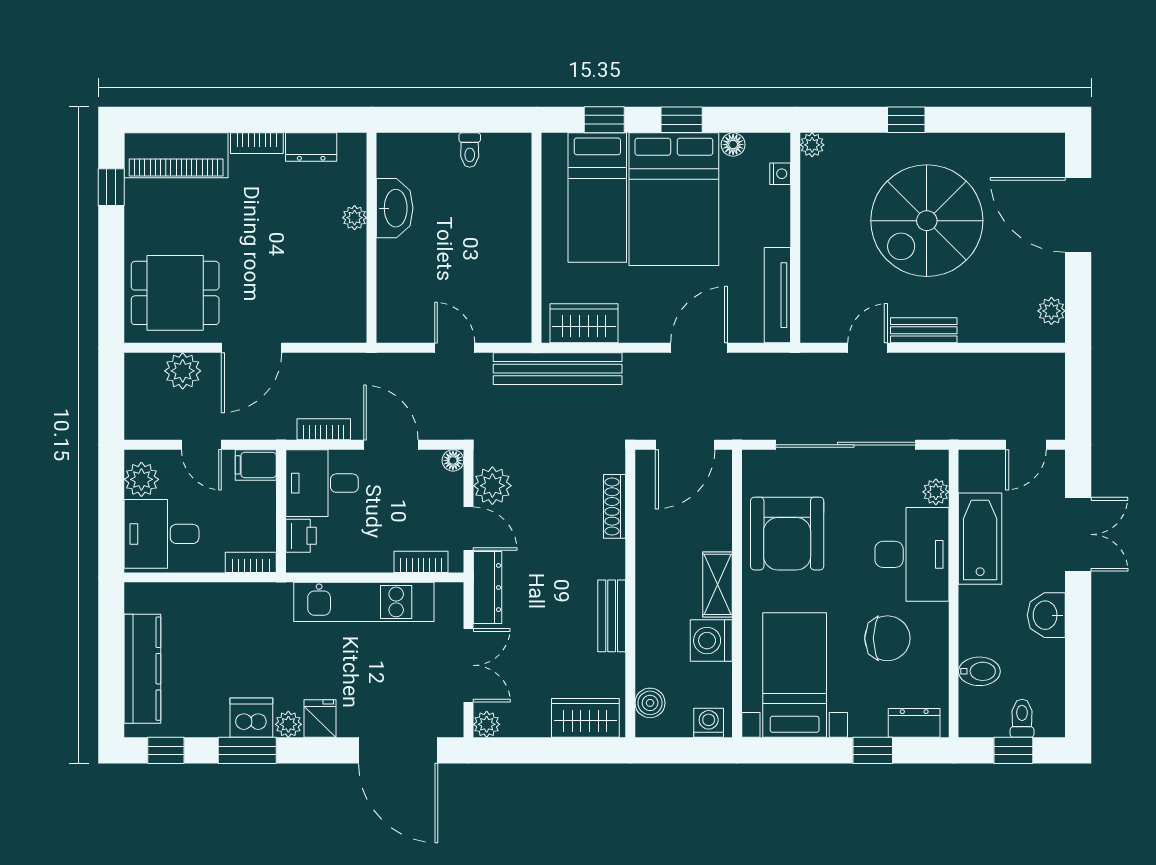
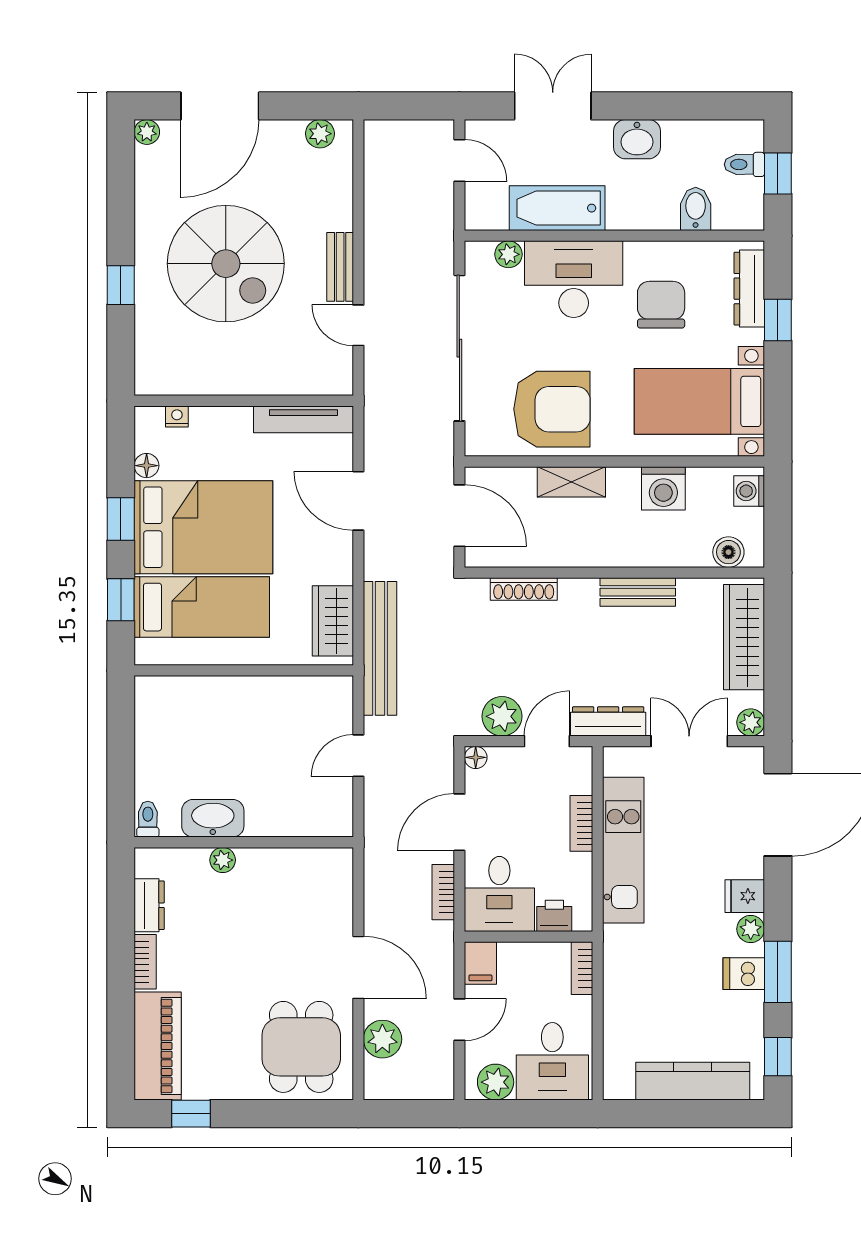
plant: (812, 145) -> (147, 132), moved
toilet: (470, 150) -> (148, 819), moved, turned -90
bookcase: (421, 562) -> (581, 823), moved
shelving: (717, 584) -> (571, 482), moved
dishwasher: (251, 718) -> (744, 974), width x0.73
wardrobe: (585, 718) -> (744, 637), width x1.50
dresser: (914, 723) -> (749, 289), width x1.44

